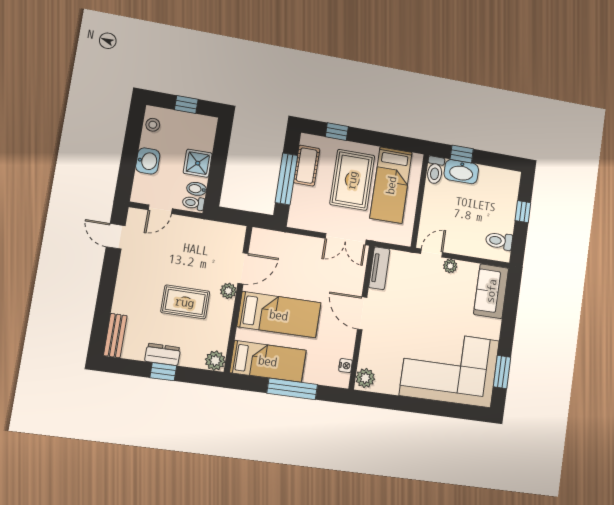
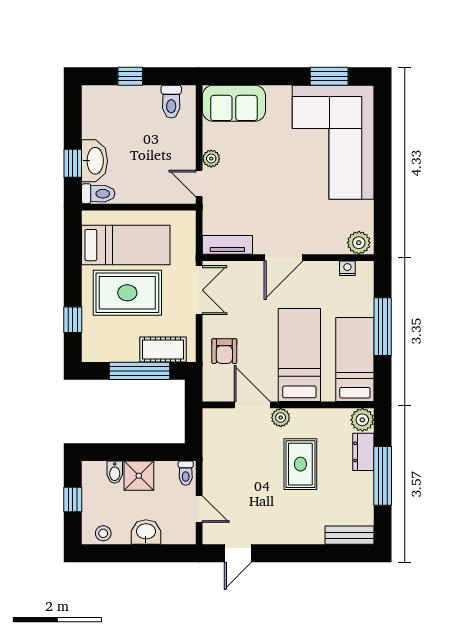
cot: (307, 166) -> (163, 349), moved
bidet: (197, 189) -> (115, 472), moved
armchair: (292, 252) -> (224, 351), added
dresser: (163, 354) -> (363, 452), moved
window: (163, 372) -> (383, 476), width x2.17

